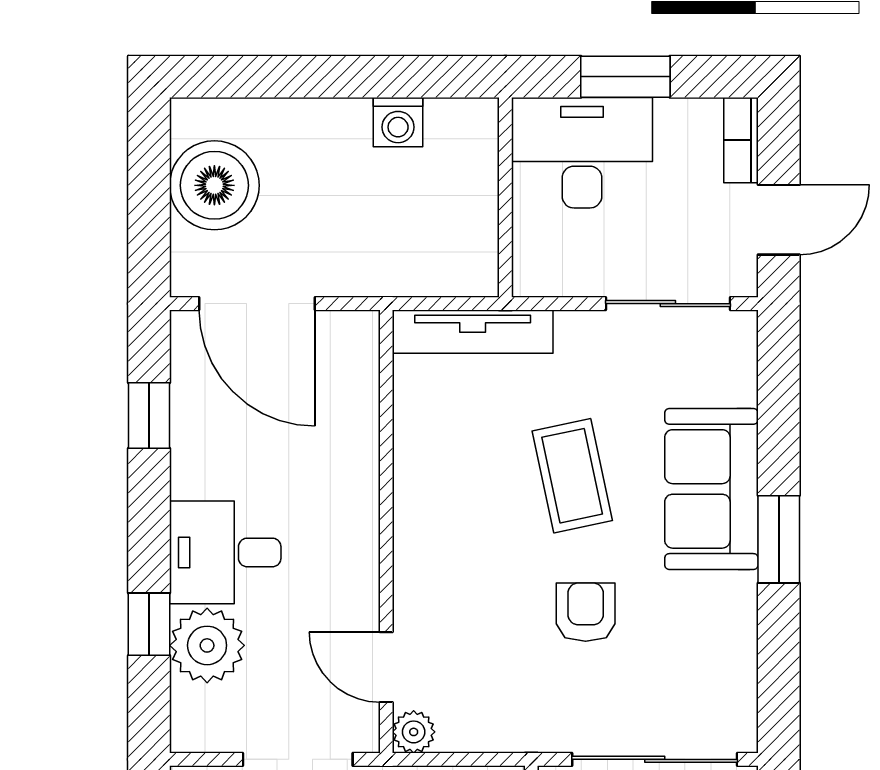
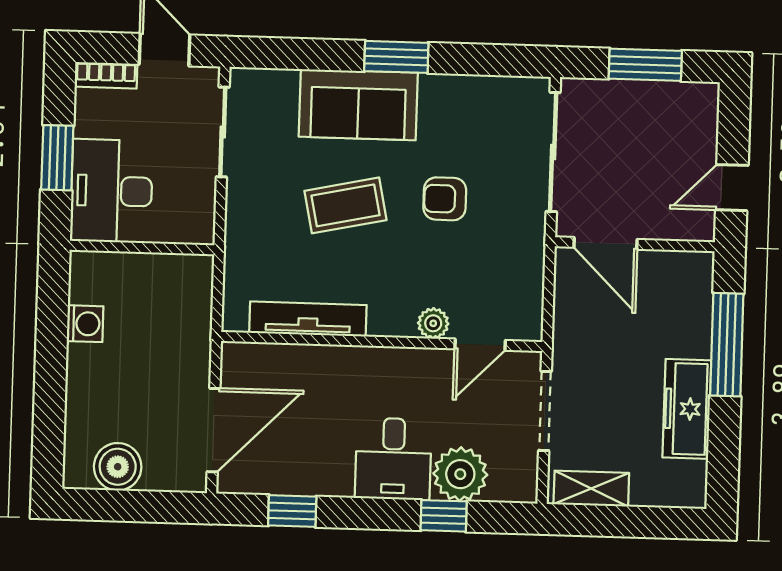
boiler: (214, 185) -> (118, 467), width x0.73, depth x0.73
tv unit: (473, 332) -> (308, 319), moved, turned -90
plant: (414, 732) -> (433, 323), moved

